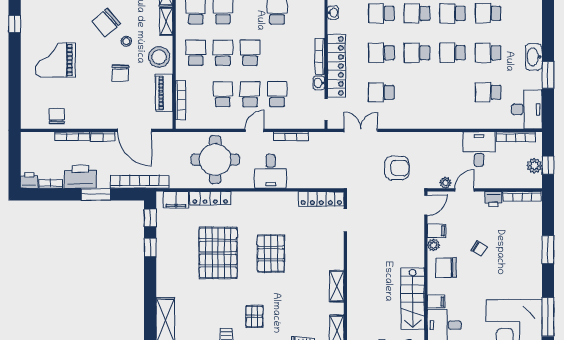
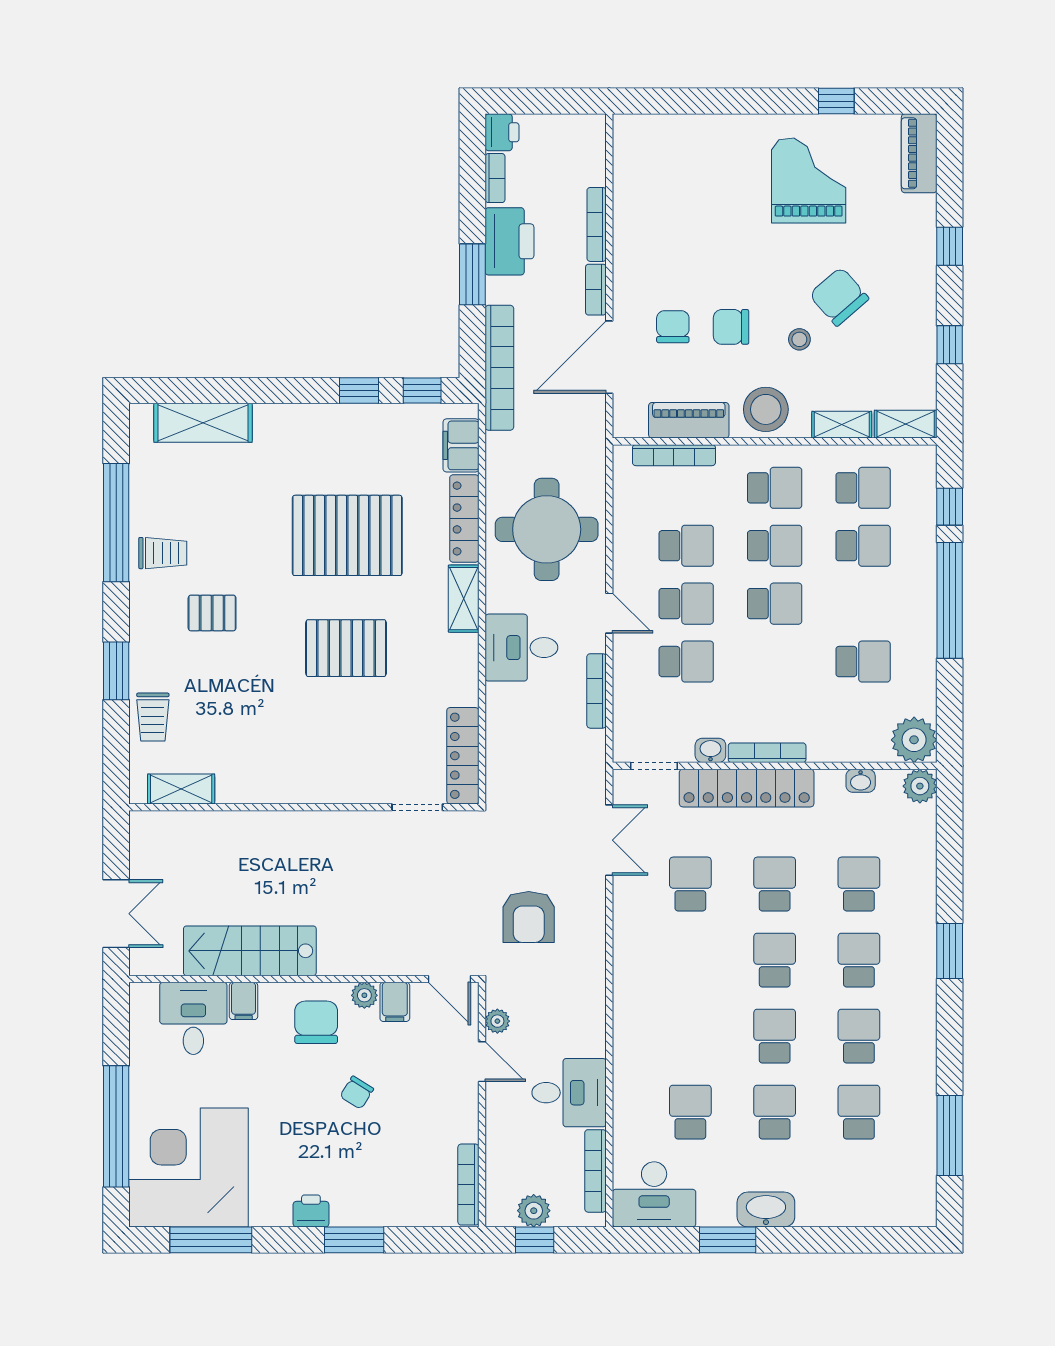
grand piano: (55, 60) -> (809, 180), moved
chair: (57, 116) -> (673, 327), moved, turned -90
printer: (494, 199) -> (311, 1211), moved, turned 90
shelving: (337, 286) -> (464, 599), moved, turned 90

